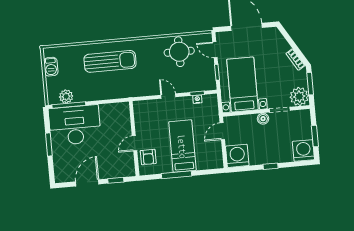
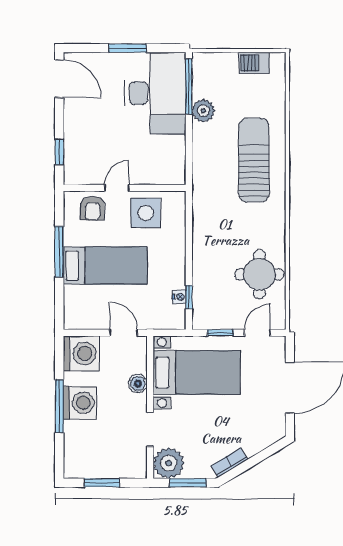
sun lounger: (110, 61) -> (254, 160), turned 180
plant: (66, 96) -> (203, 111), moved
door: (168, 96) -> (189, 250), removed
boiler: (263, 119) -> (138, 383), moved
side table: (148, 124) -> (146, 213), added
door: (135, 143) -> (117, 188), hinge flipped
washing machine: (303, 151) -> (80, 403), moved
armchair: (148, 157) -> (92, 208), turned -90
window: (271, 166) -> (59, 406), width x2.17
door: (87, 183) -> (59, 79), moved

